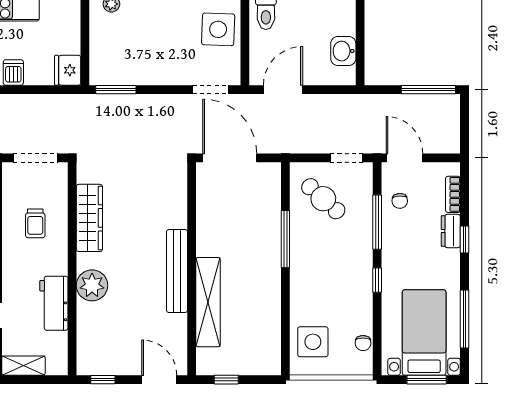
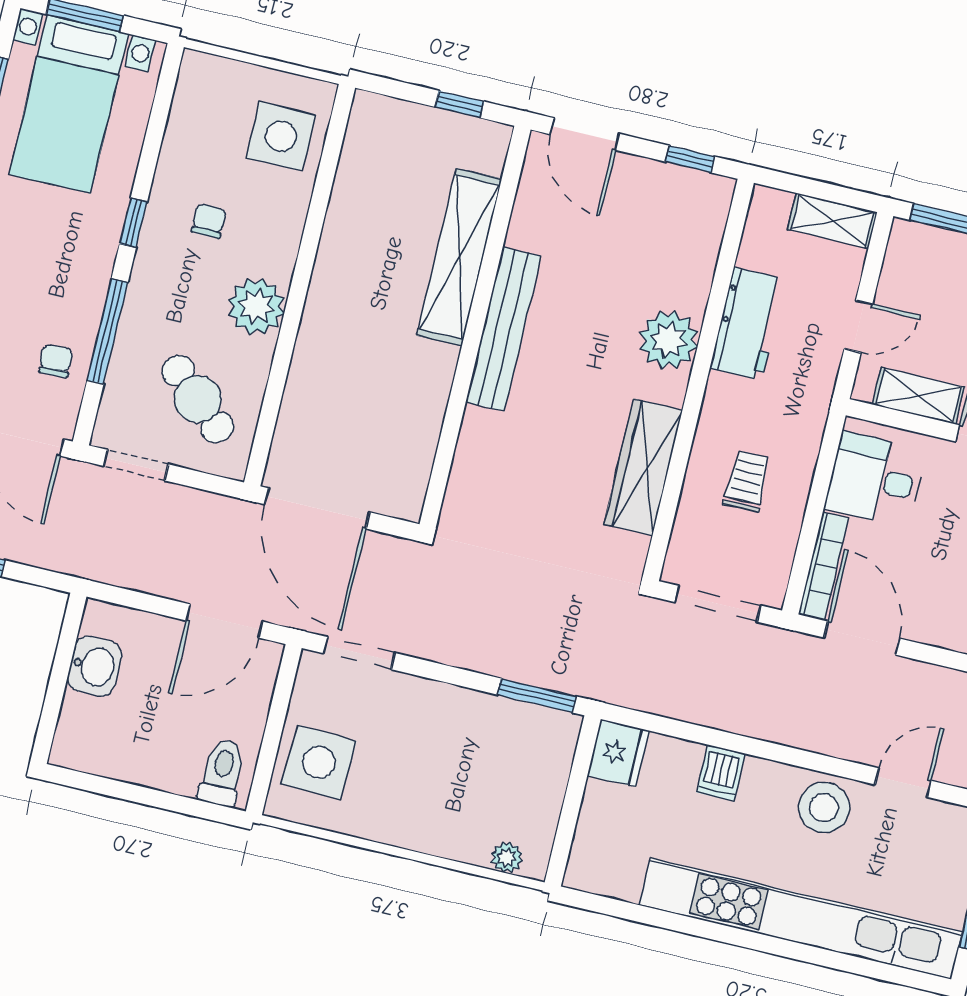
door: (230, 158) -> (317, 508), moved
window: (285, 239) -> (286, 340), removed
plant: (305, 253) -> (256, 306), added
chair: (363, 343) -> (209, 221), moved

